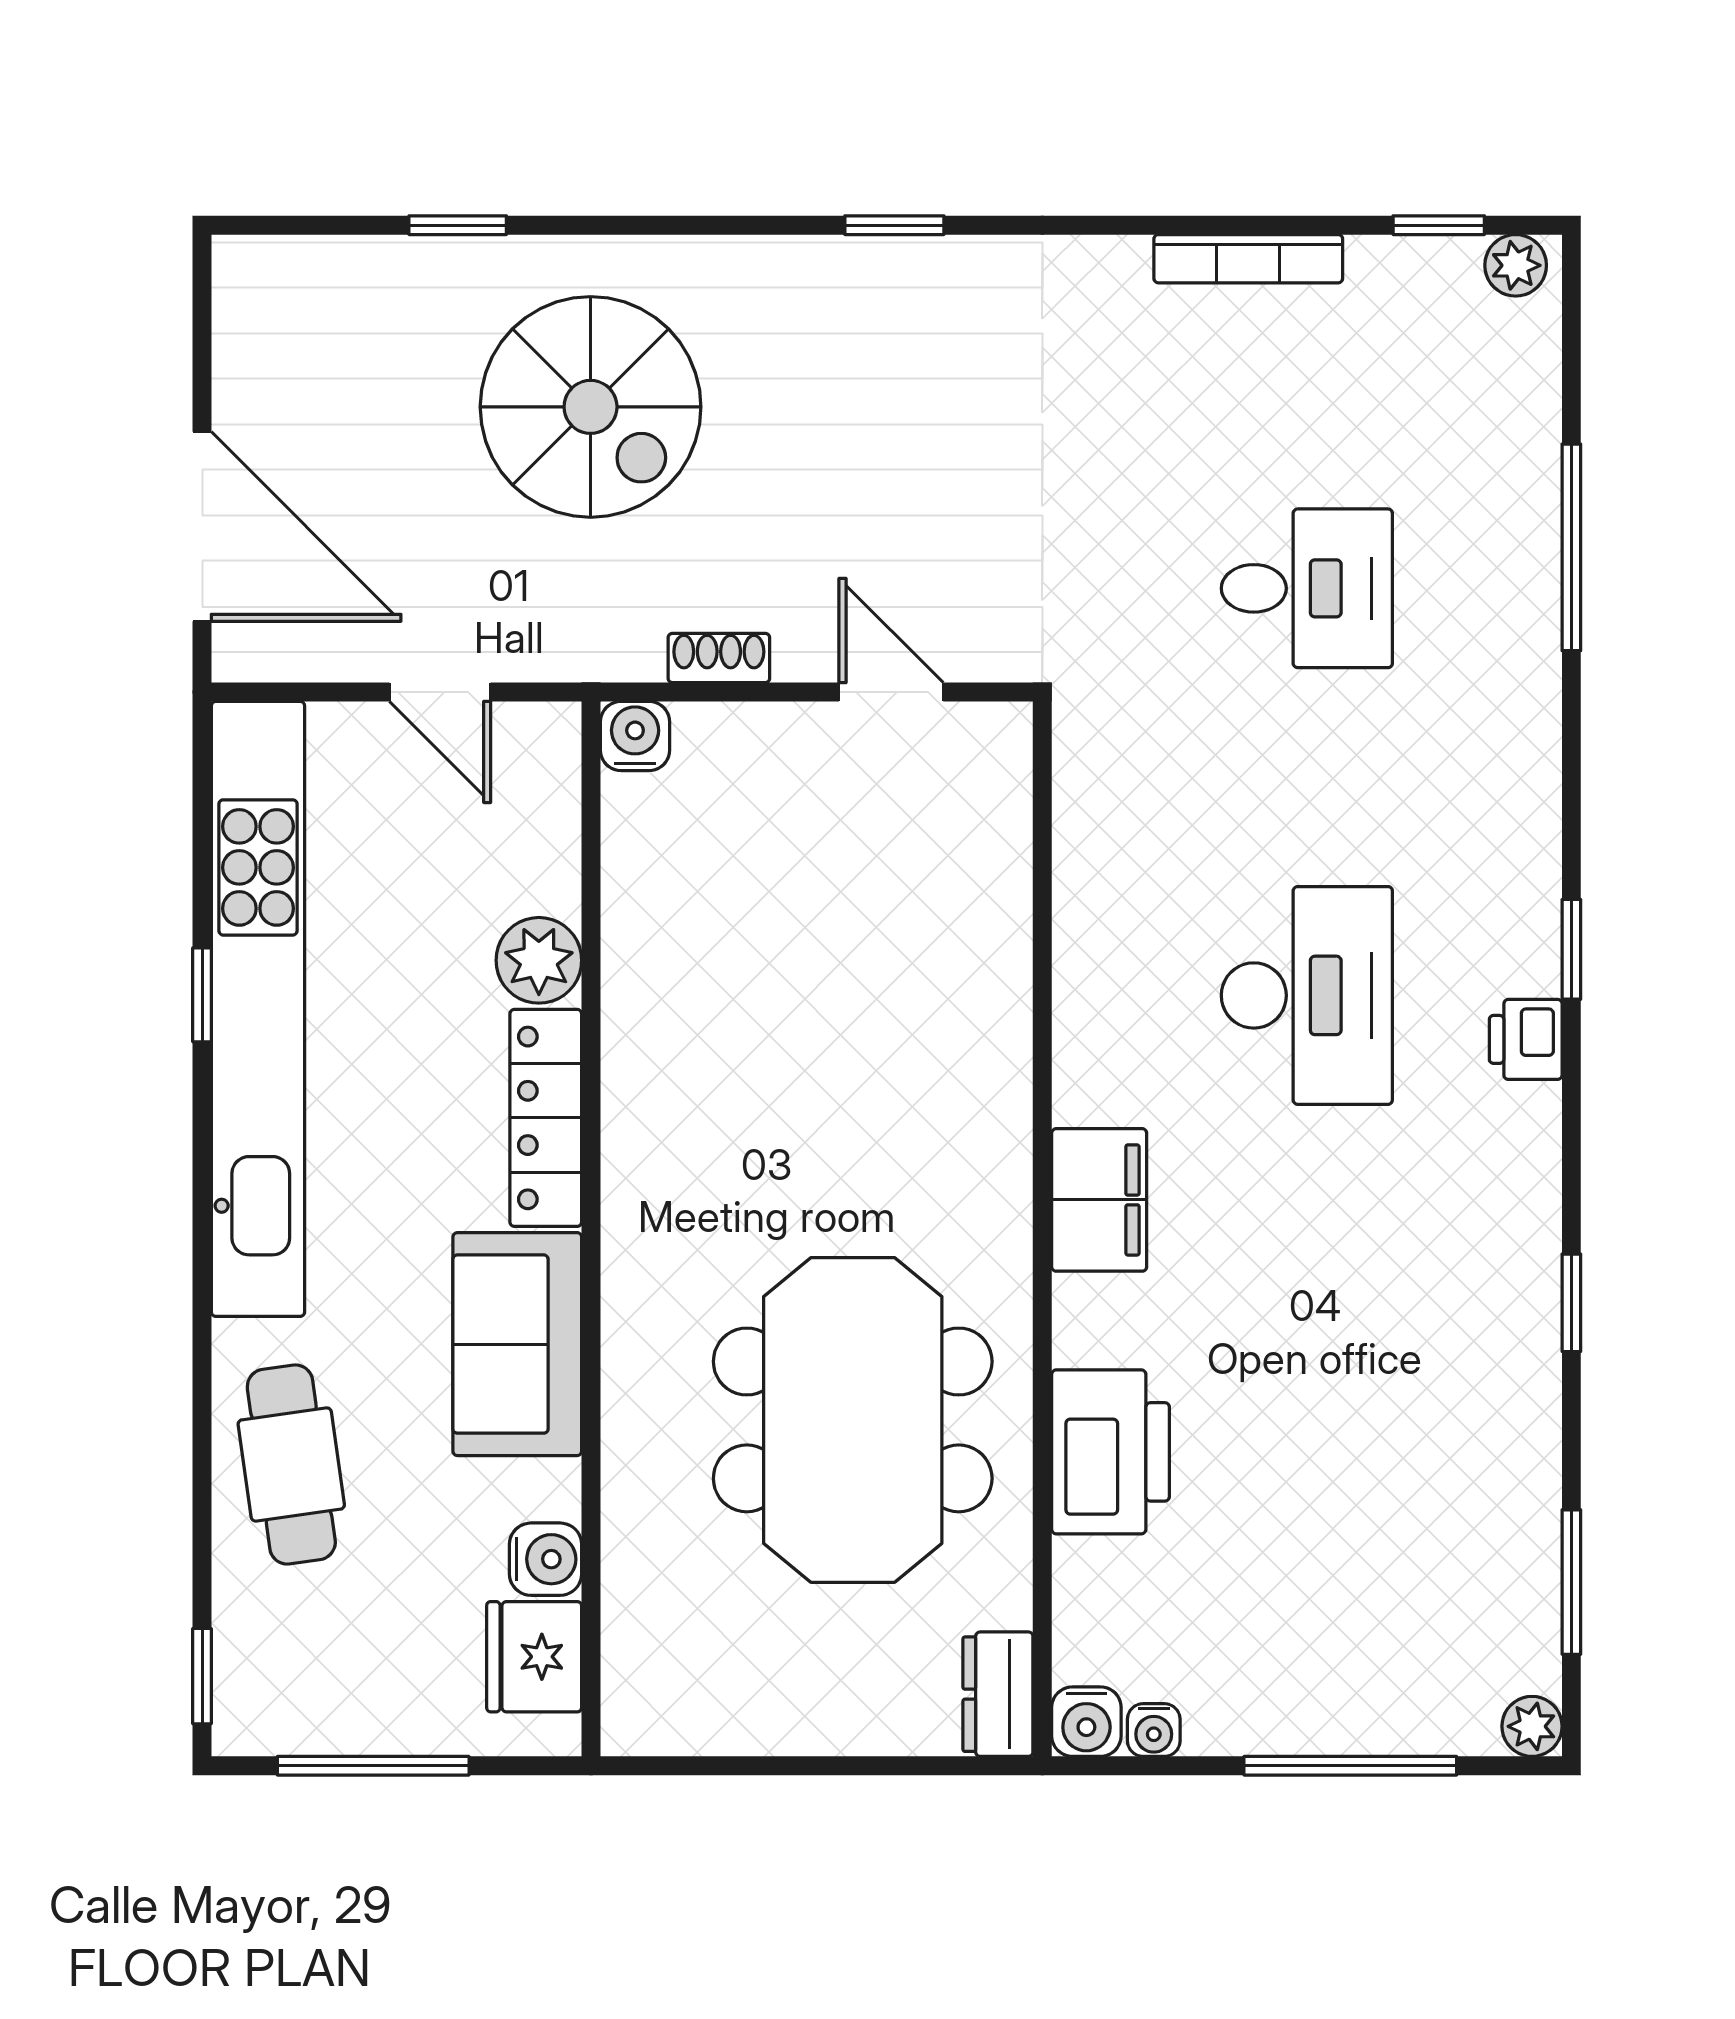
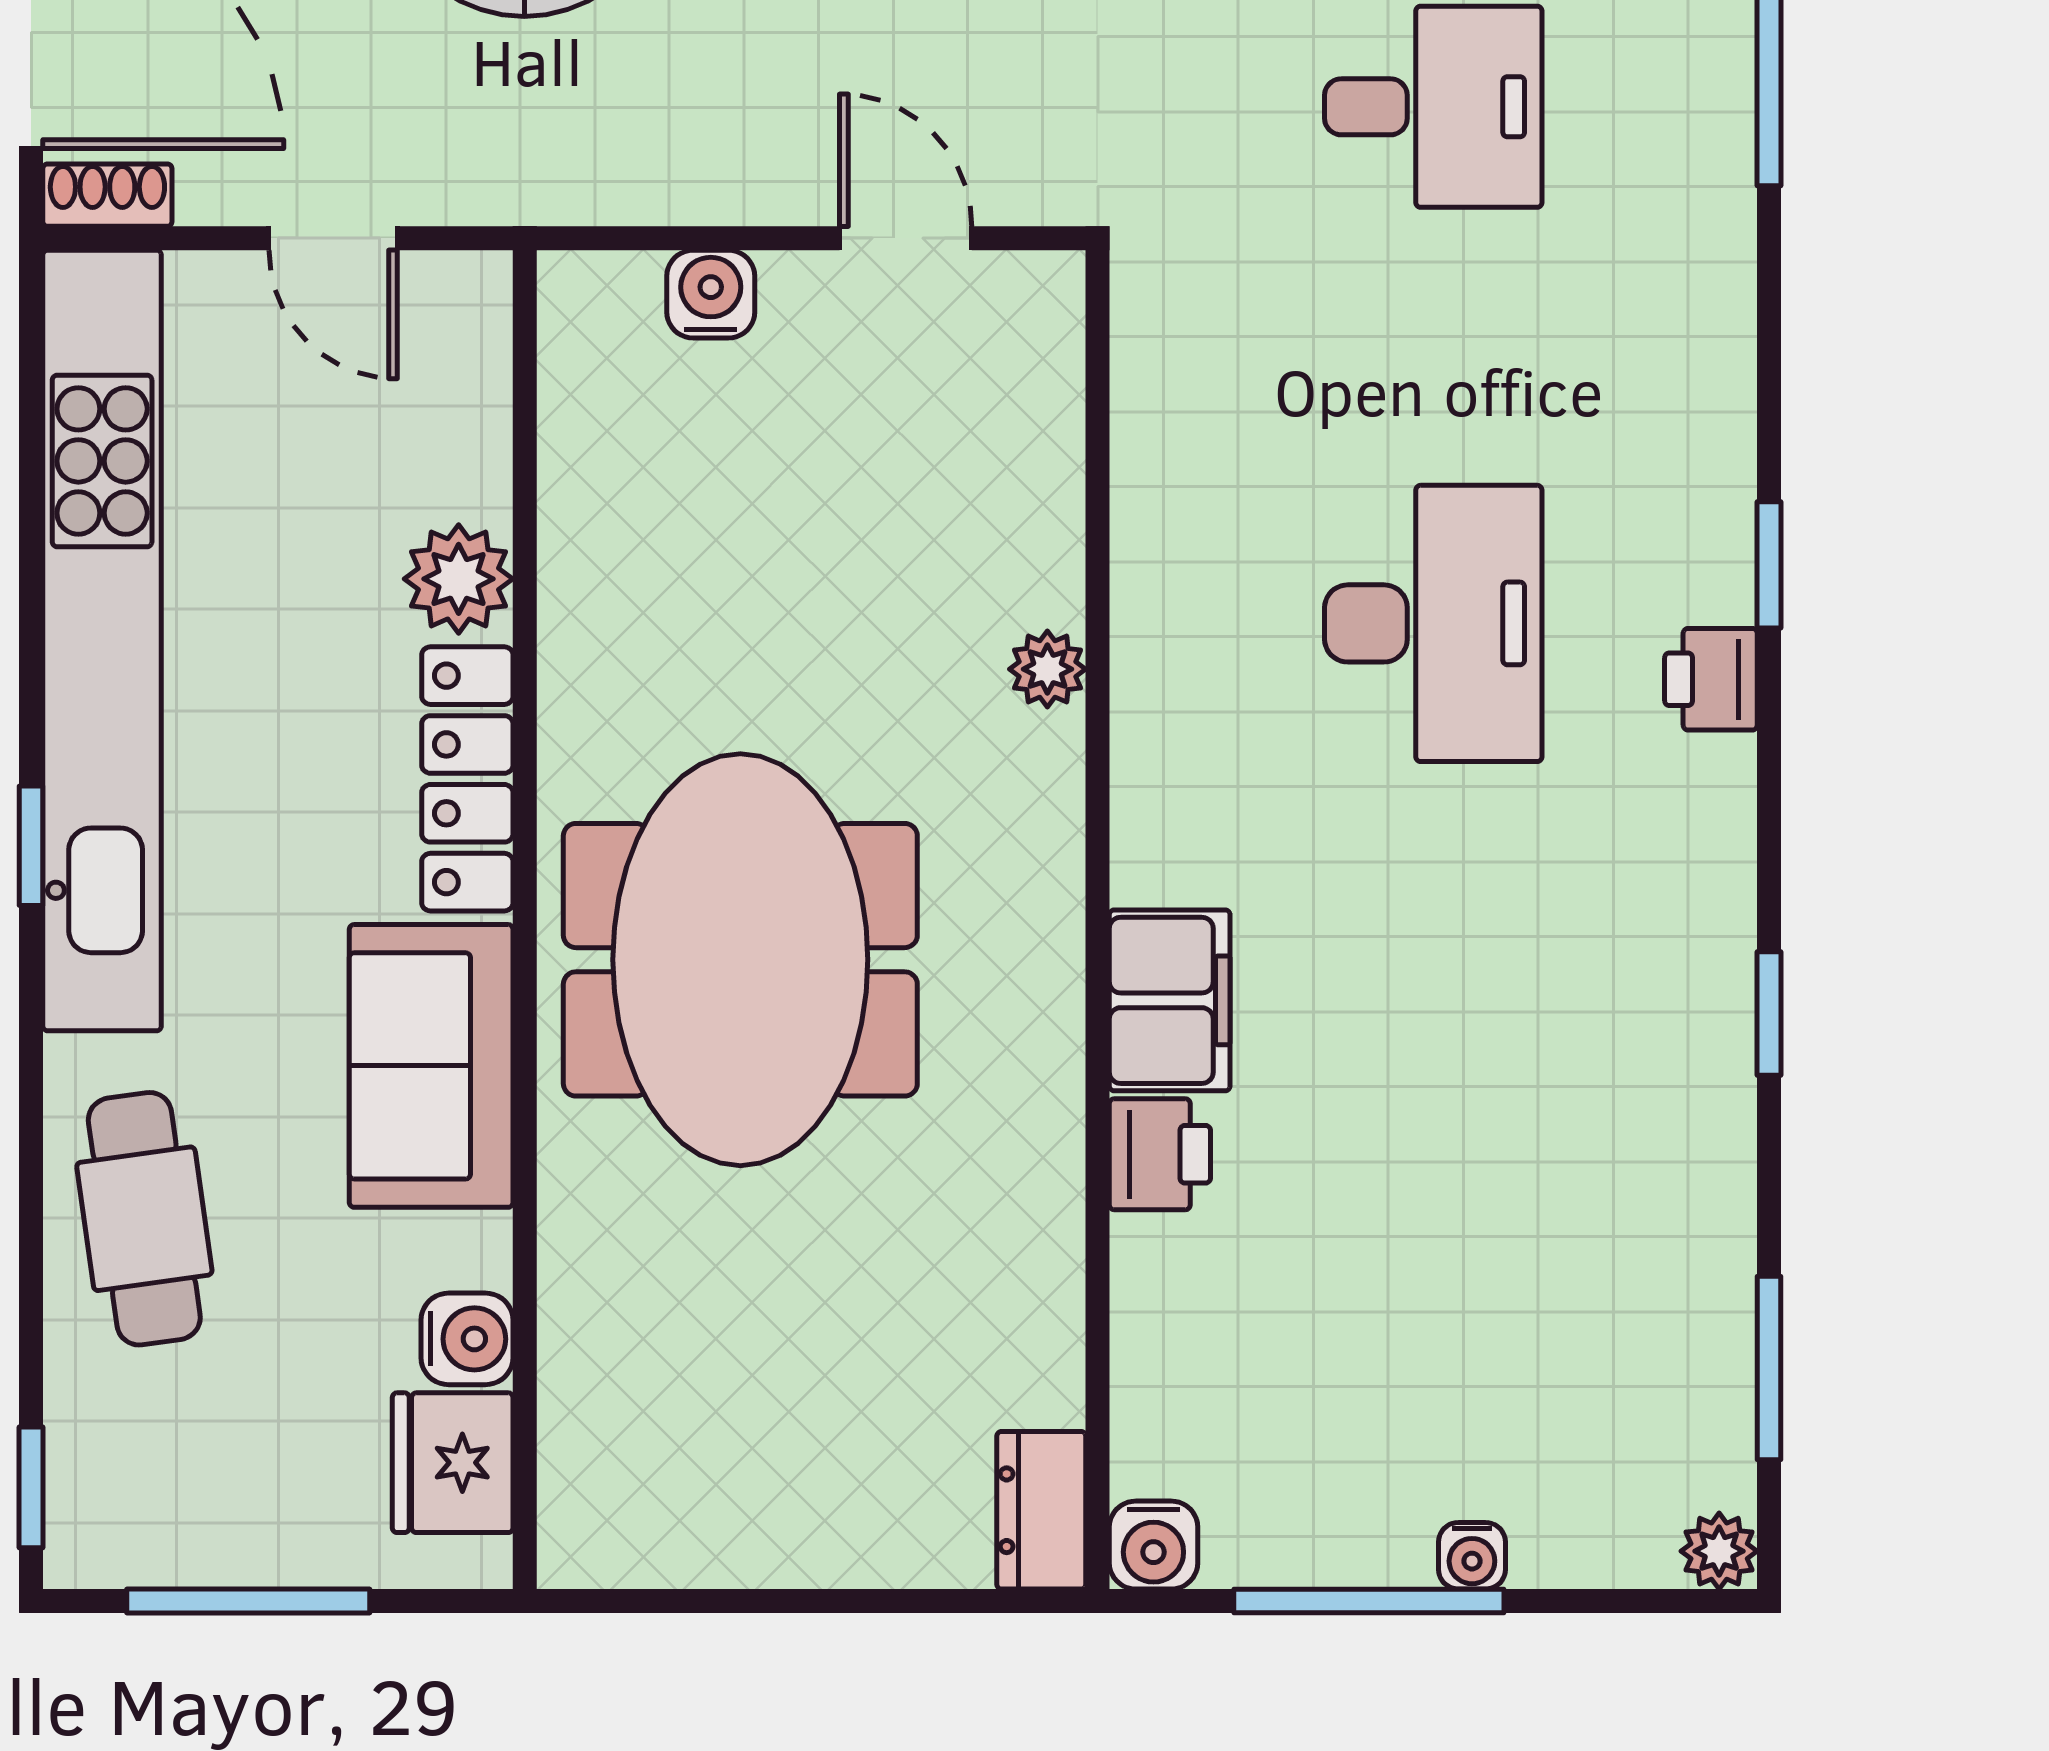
shoe rack: (719, 658) -> (107, 195), moved
water cooler: (635, 736) -> (711, 294), moved
window: (202, 995) -> (31, 846), moved
plant: (1003, 1031) -> (1047, 669), added
filing cabinet: (1099, 1200) -> (1170, 1000), moved
meeting table: (853, 1420) -> (740, 960), moved
printer: (1111, 1452) -> (1160, 1154), width x0.53, depth x0.68
water cooler: (1154, 1730) -> (1472, 1556), moved
window: (1350, 1766) -> (1369, 1601), moved

